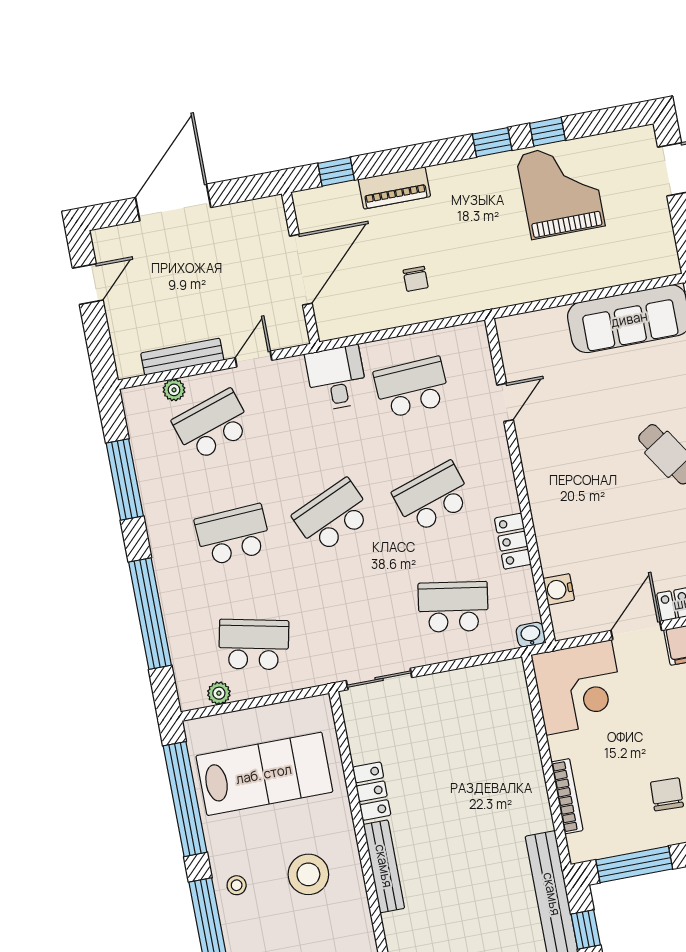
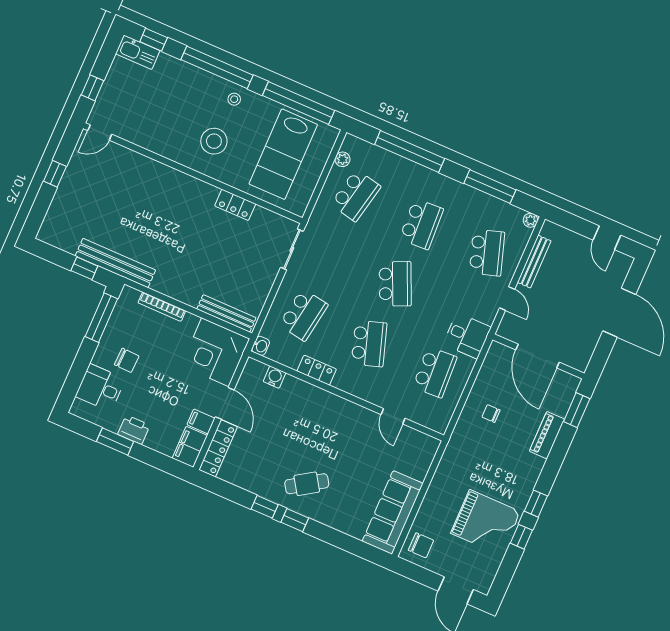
window: (336, 172) -> (577, 410), width x1.50
chair: (647, 253) -> (421, 545), added
plant: (174, 390) -> (530, 220), moved
bench: (384, 866) -> (226, 313), moved

